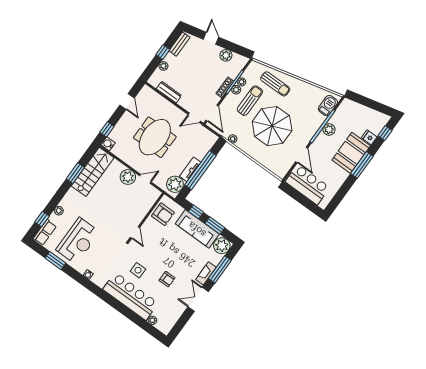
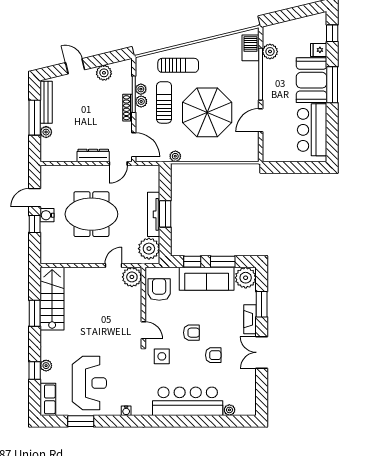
bench: (179, 44) -> (46, 102), width x1.36
window: (163, 52) -> (35, 118), width x2.17
dresser: (169, 92) -> (93, 155), moved
door: (127, 102) -> (35, 198), swing flipped
window: (107, 129) -> (35, 224), moved
plant: (329, 129) -> (270, 51), moved
meeting table: (155, 137) -> (91, 214), turned 90
water cooler: (108, 144) -> (47, 215), moved
door: (302, 155) -> (261, 120), swing flipped
tv unit: (190, 169) -> (154, 214), width x1.41
window: (201, 170) -> (165, 214), width x0.47
plant: (128, 177) -> (132, 277), moved
bar counter: (307, 185) -> (312, 130), moved, turned -90
armchair: (163, 214) -> (159, 290), turned -90
window: (42, 219) -> (35, 370), moved
armchair: (164, 255) -> (191, 333), added
window: (220, 269) -> (262, 304), width x0.69
side table: (138, 270) -> (162, 356), moved

